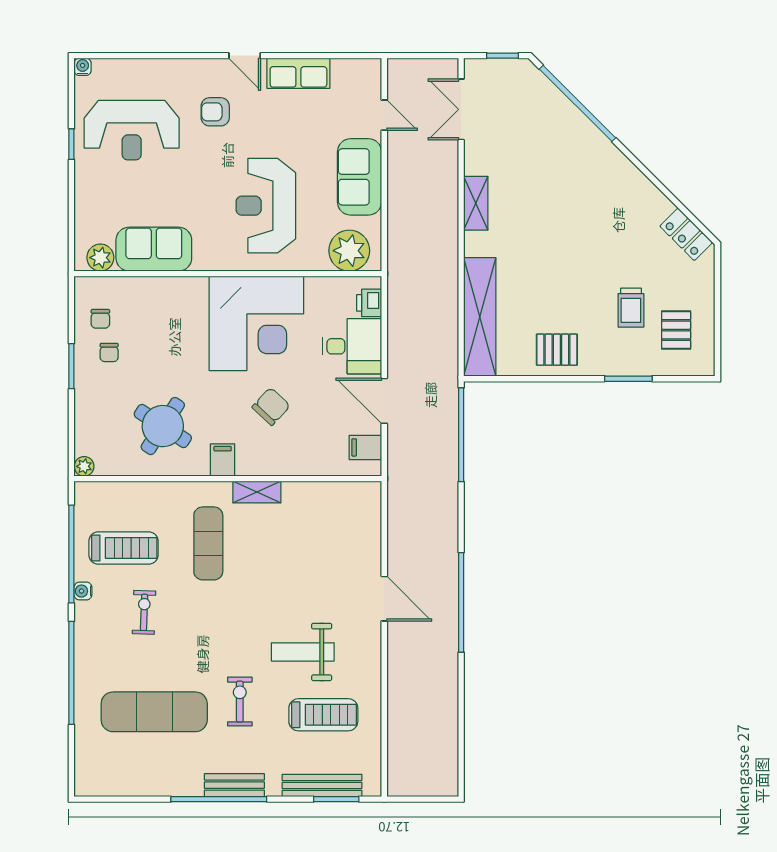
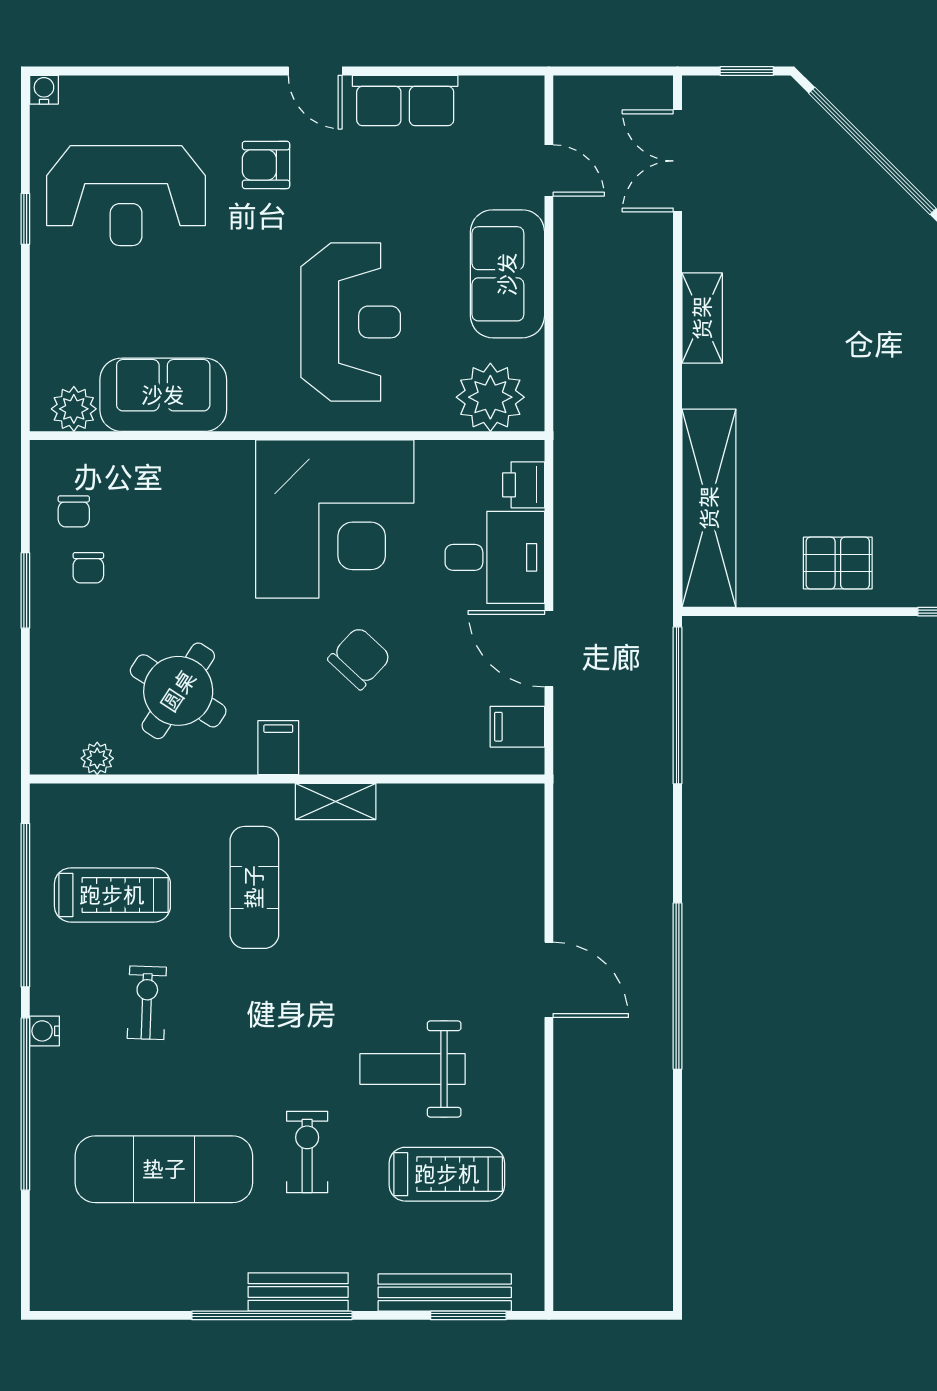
reception desk: (266, 206) -> (351, 322), turned 180
plant: (84, 466) -> (97, 758), moved
water cooler: (83, 591) -> (44, 1031), moved

